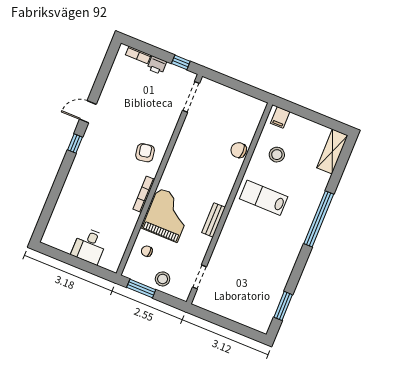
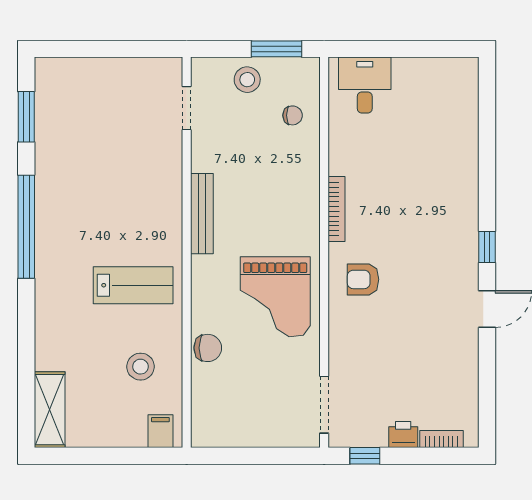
armchair: (145, 153) -> (363, 279), turned 100
grand piano: (168, 215) -> (275, 297), moved
window: (319, 219) -> (26, 227), moved
bench: (214, 220) -> (202, 214), width x1.36
desk: (89, 246) -> (365, 85), moved

